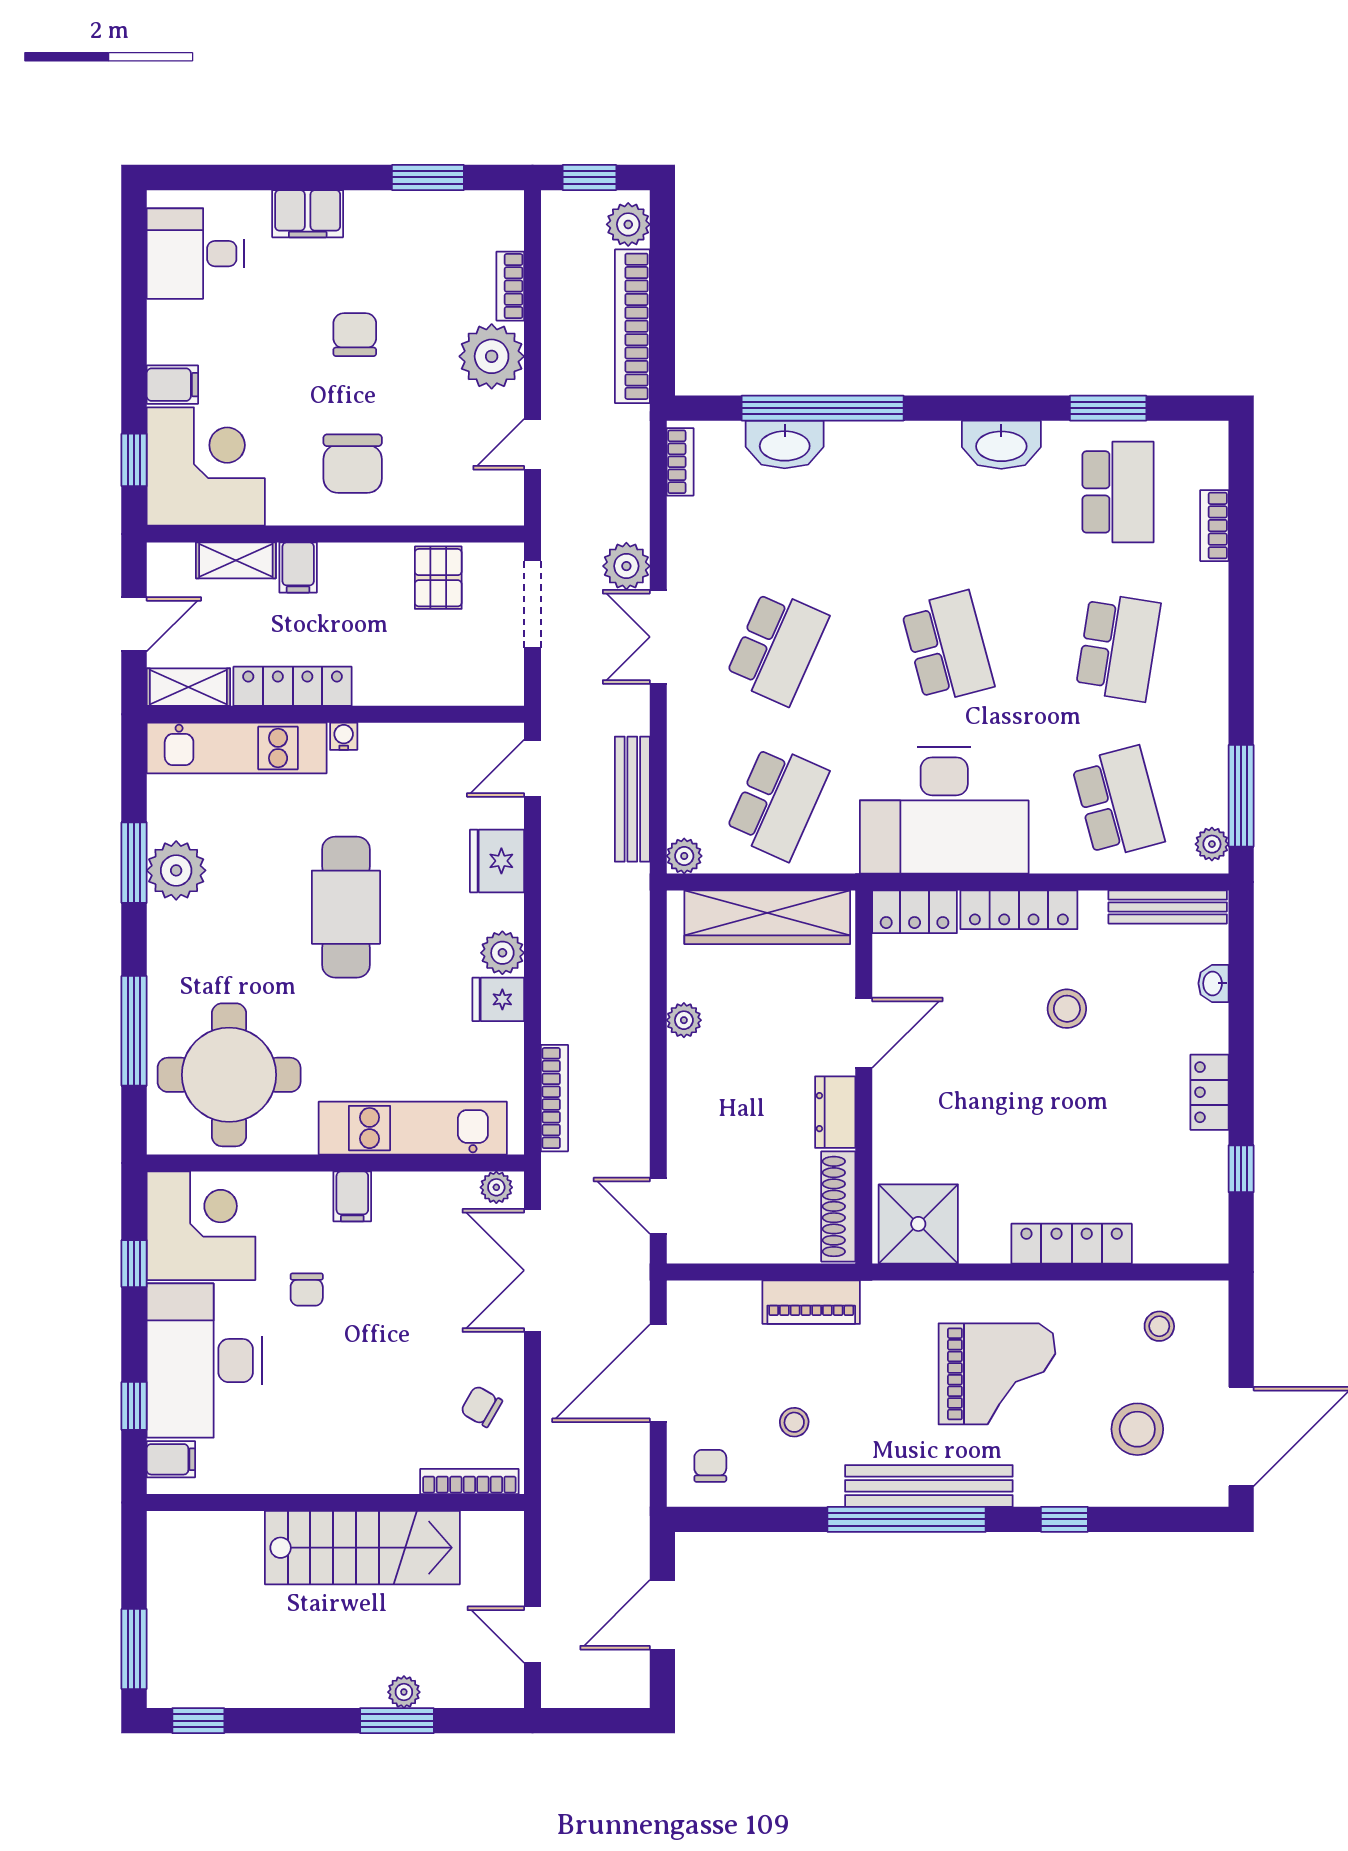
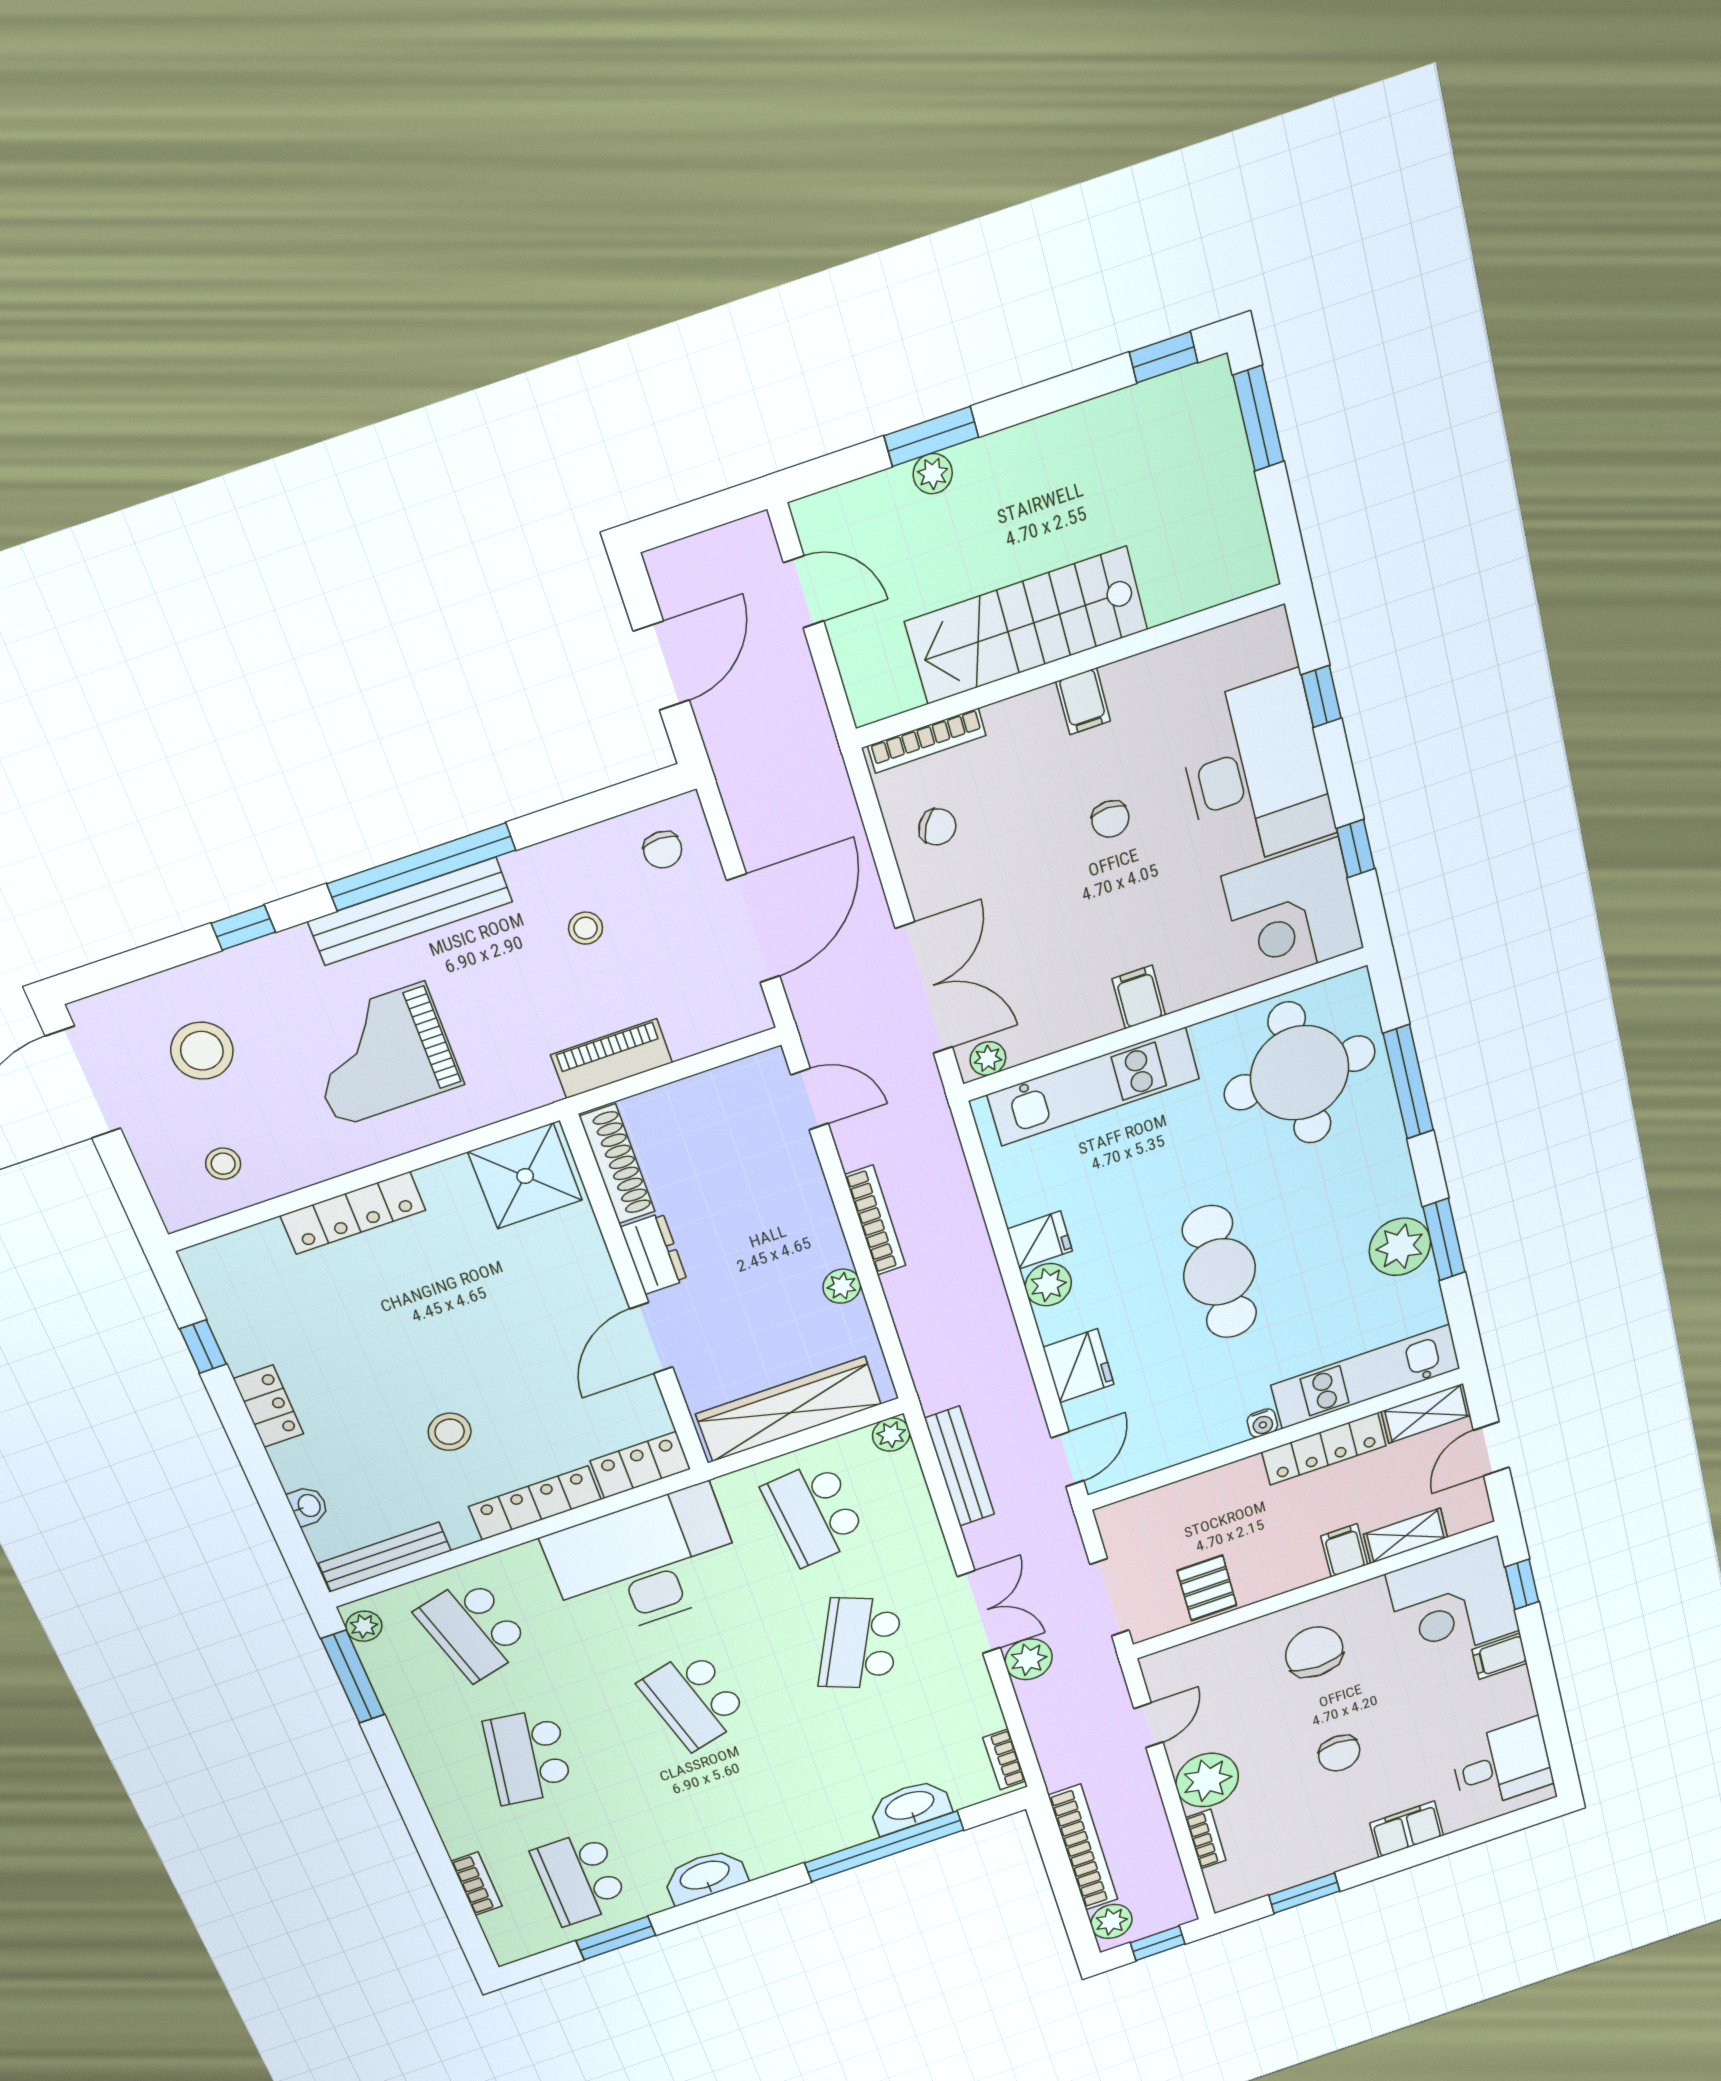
school desk: (777, 802) -> (814, 1513), turned -30
bookcase: (554, 1098) -> (875, 1220), moved, turned 180
chair: (307, 1290) -> (1110, 819), moved, turned 180
filing cabinet: (171, 1459) -> (1083, 701), moved, turned -90

